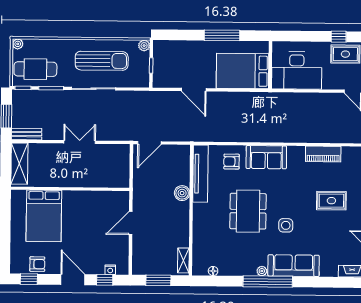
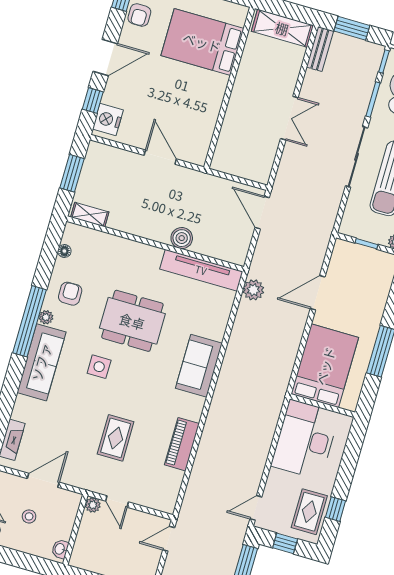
plant: (204, 134) -> (253, 290), added
armchair: (231, 162) -> (70, 294), moved
nightstand: (110, 270) -> (108, 120), width x1.89, depth x1.79

